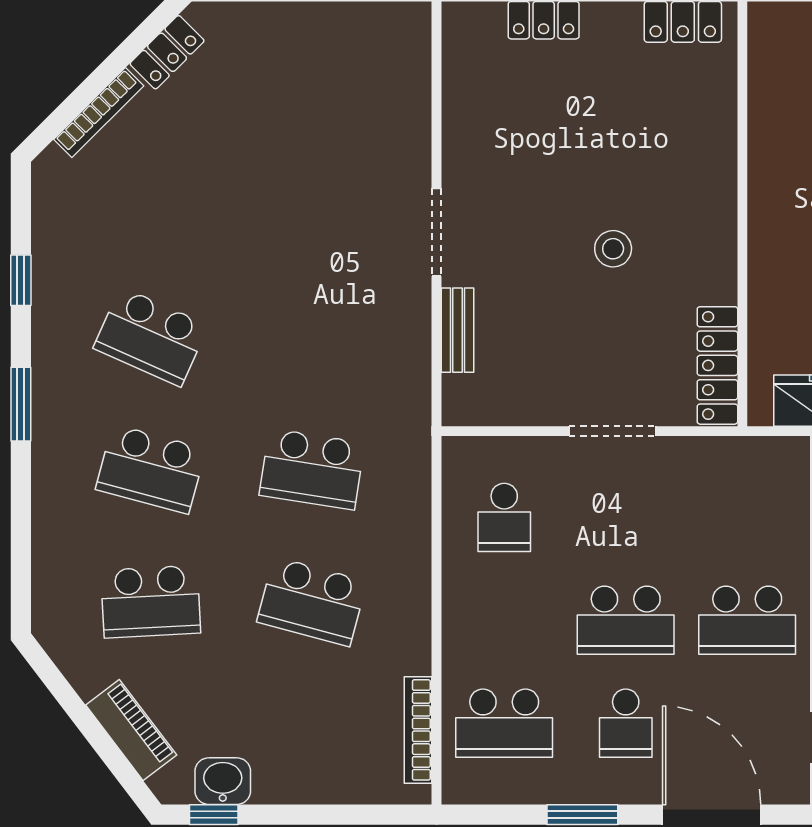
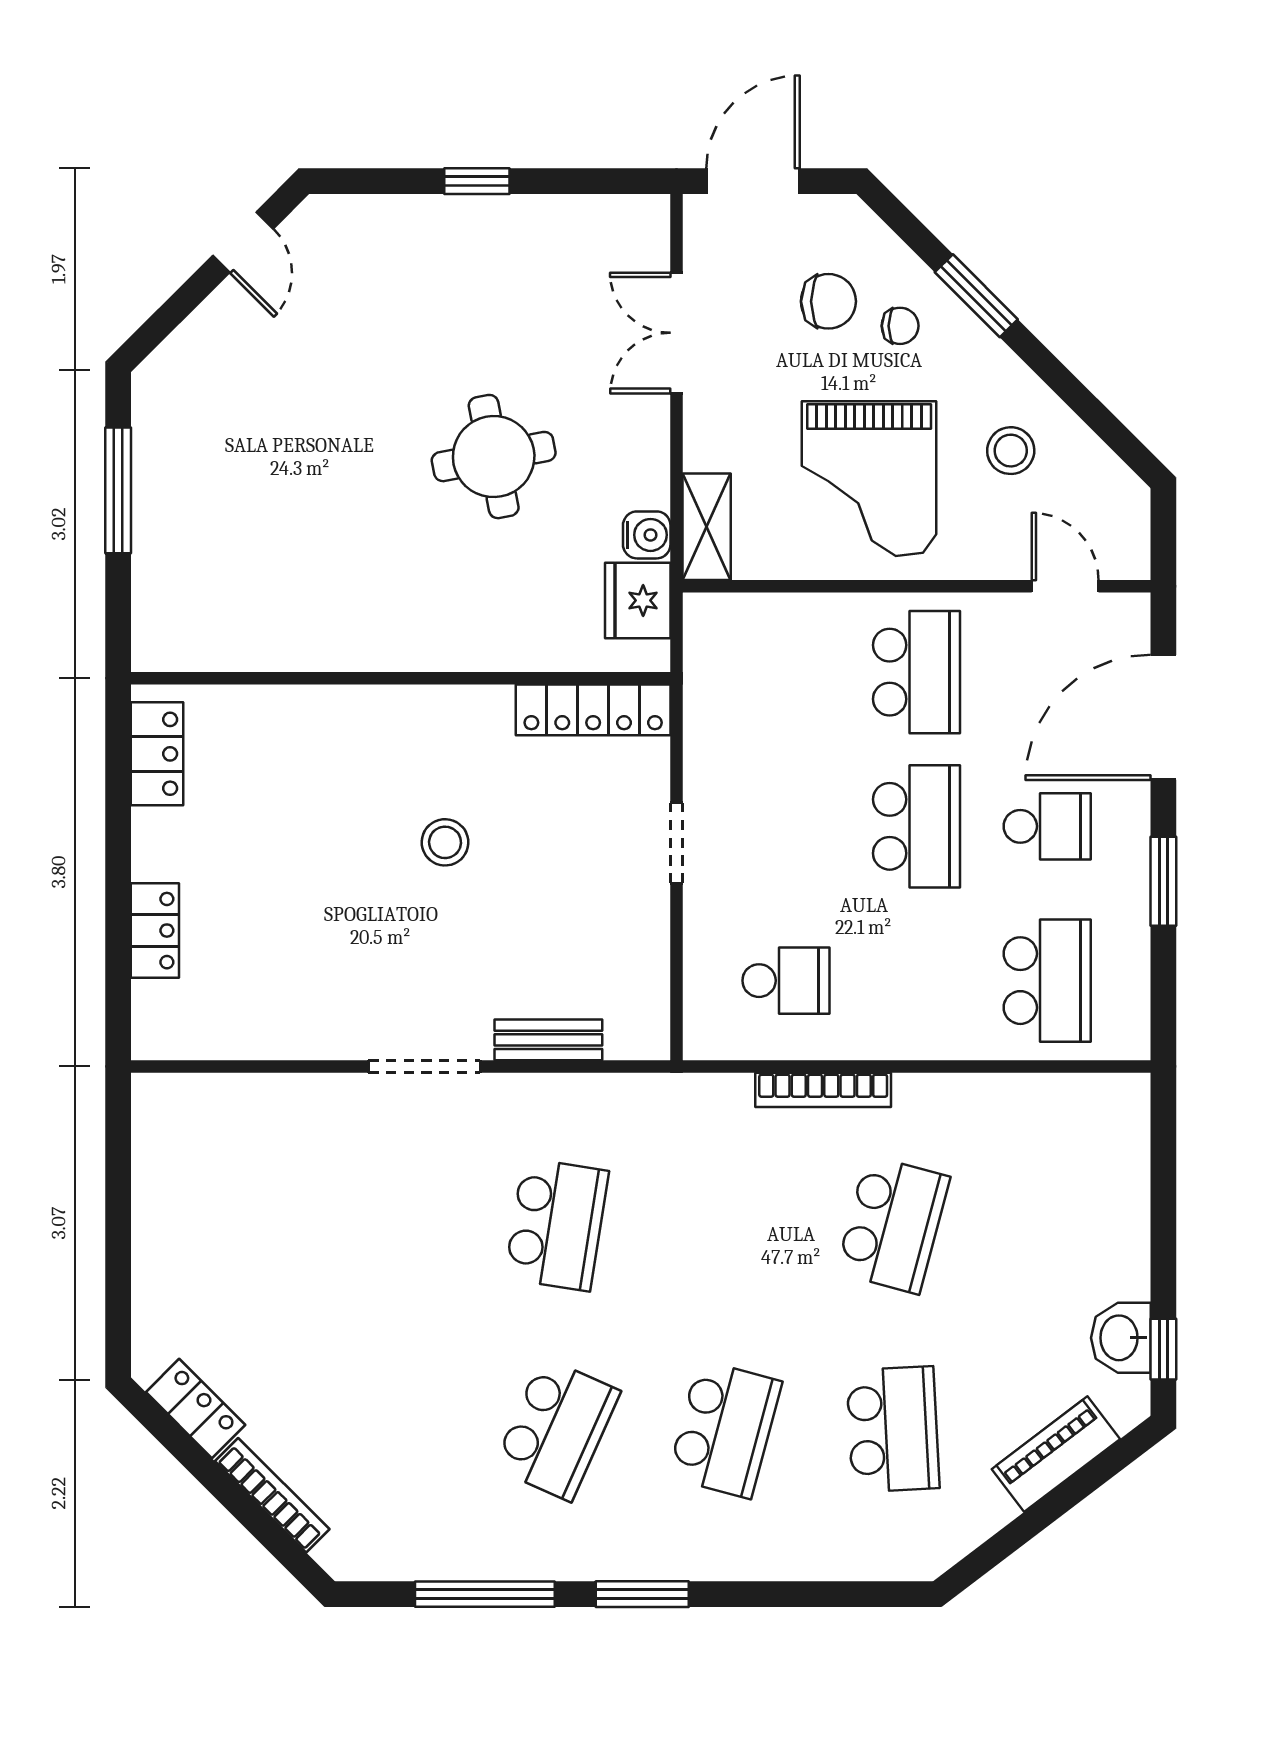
window: (21, 280) -> (485, 1594), width x2.17
doorway: (613, 431) -> (677, 843), width x0.73
school desk: (312, 469) -> (557, 1225), moved
bookcase: (418, 730) -> (823, 1090), moved

